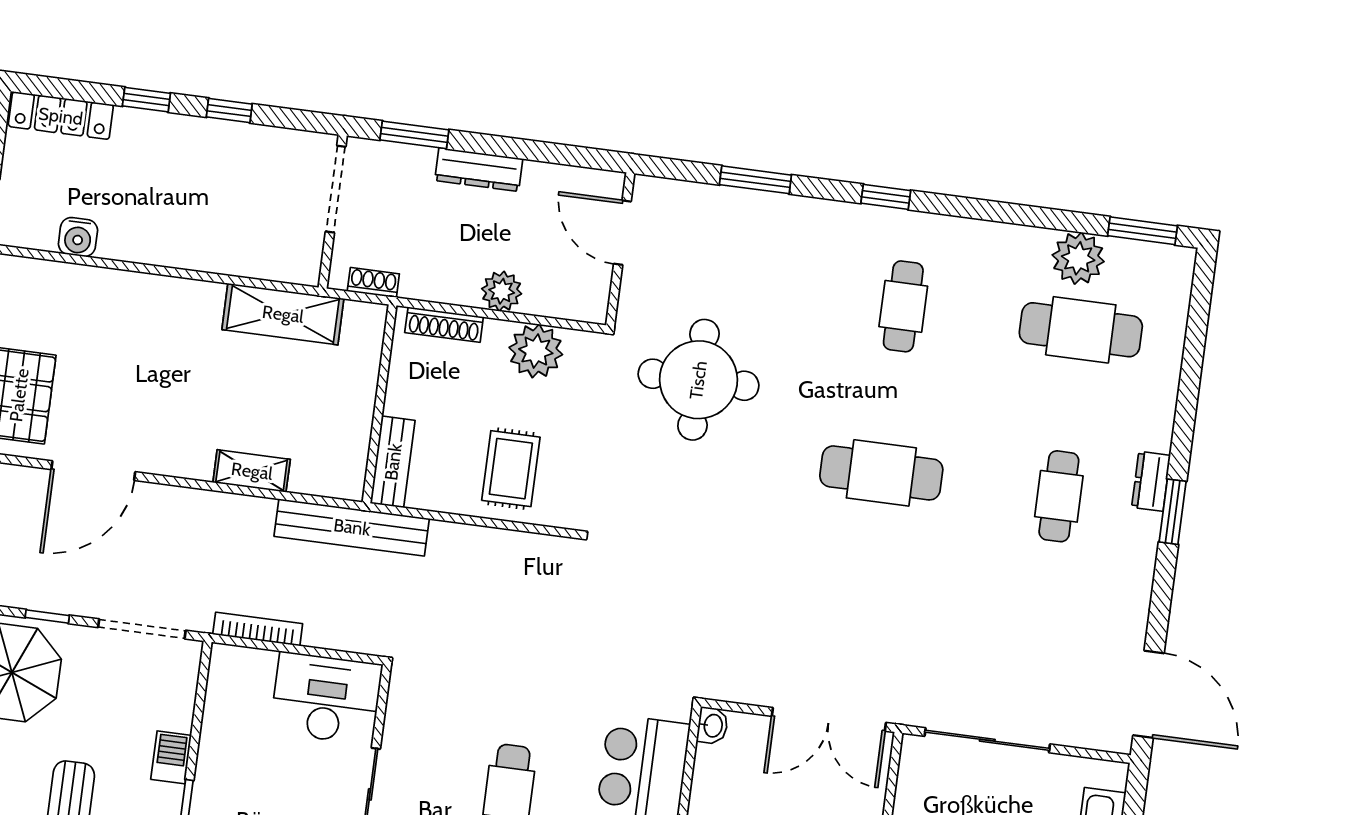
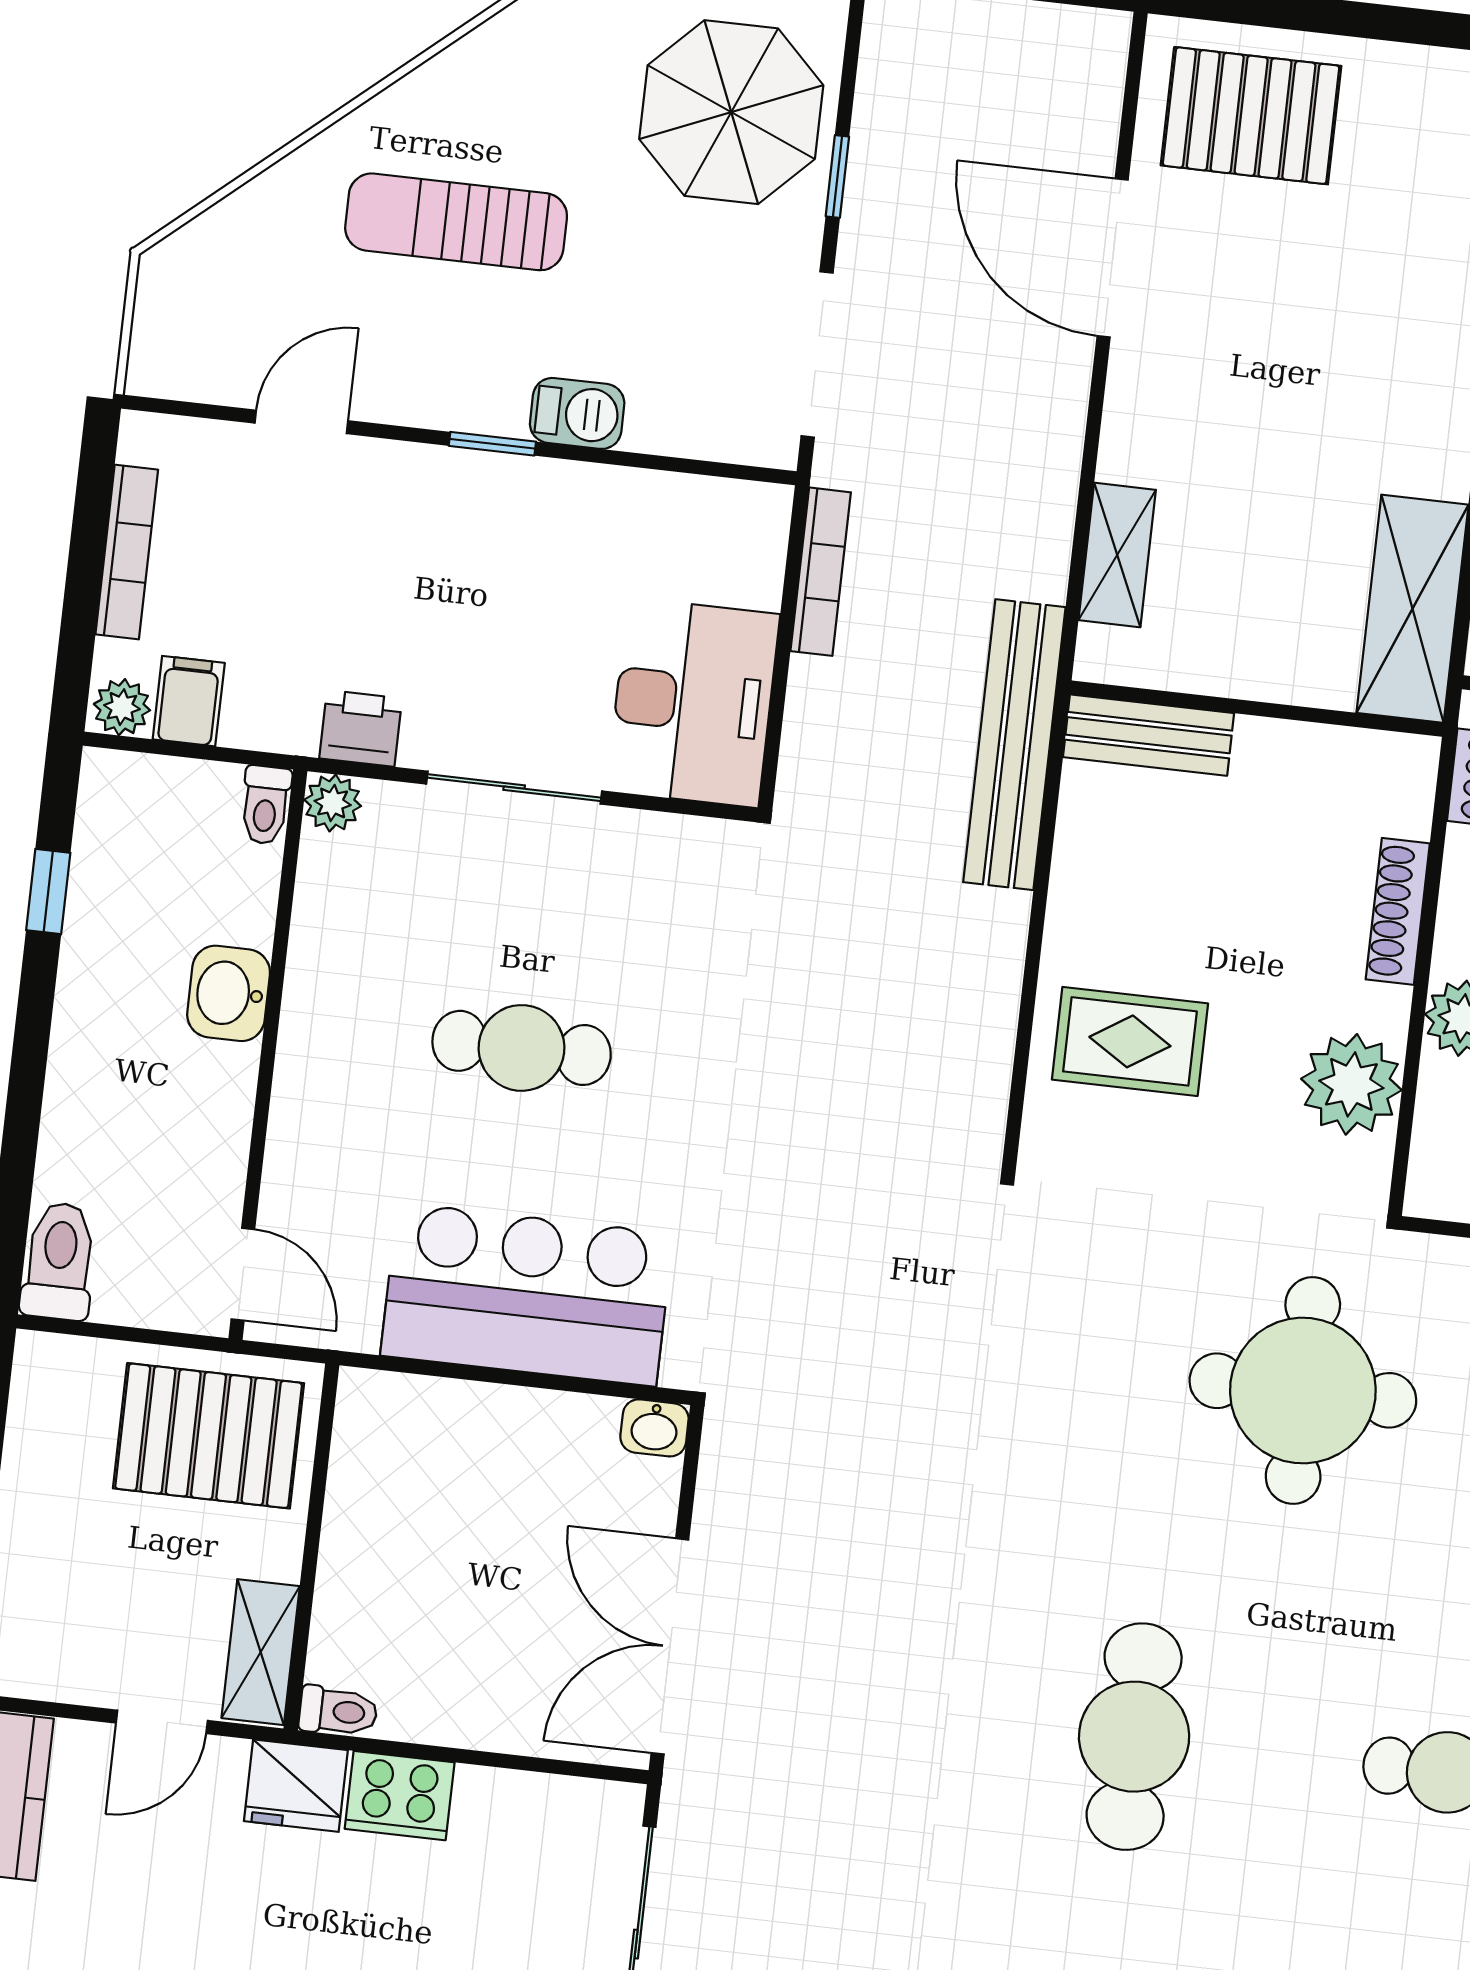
wall: (380, 404) -> (1257, 709), moved
bench: (393, 462) -> (1149, 735), moved

